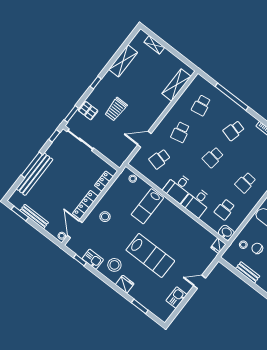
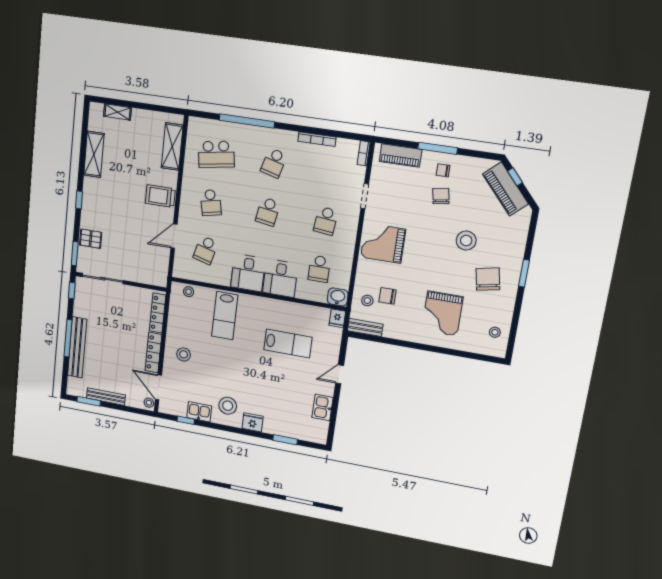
school desk: (201, 105) -> (216, 154), width x1.85
trolley: (116, 109) -> (160, 196), moved, turned 90
locker: (104, 181) -> (158, 313), width x1.53
lab bench: (150, 255) -> (288, 343), moved, width x0.73, depth x0.72
bench: (248, 272) -> (365, 327), moved

